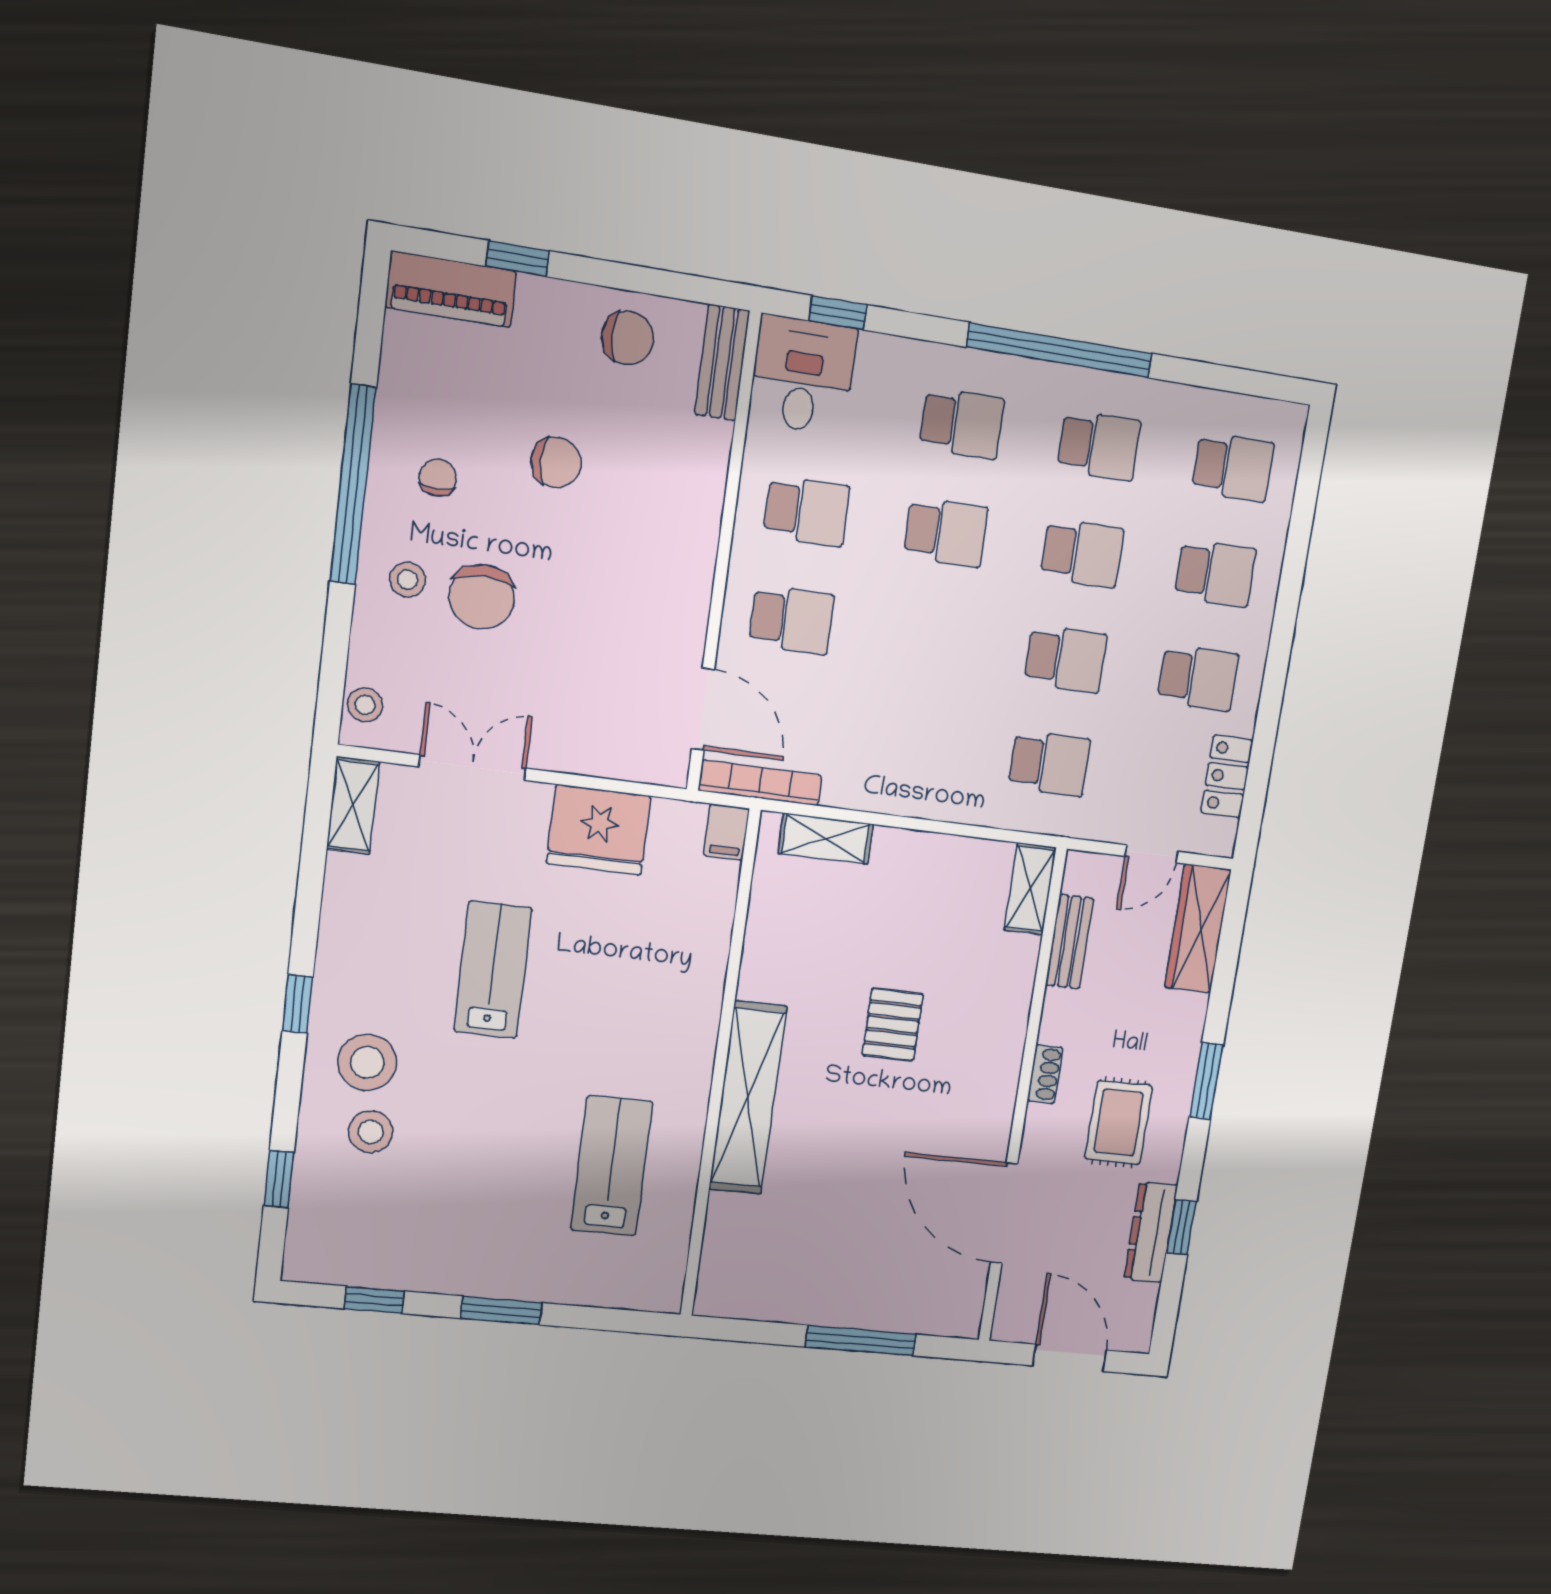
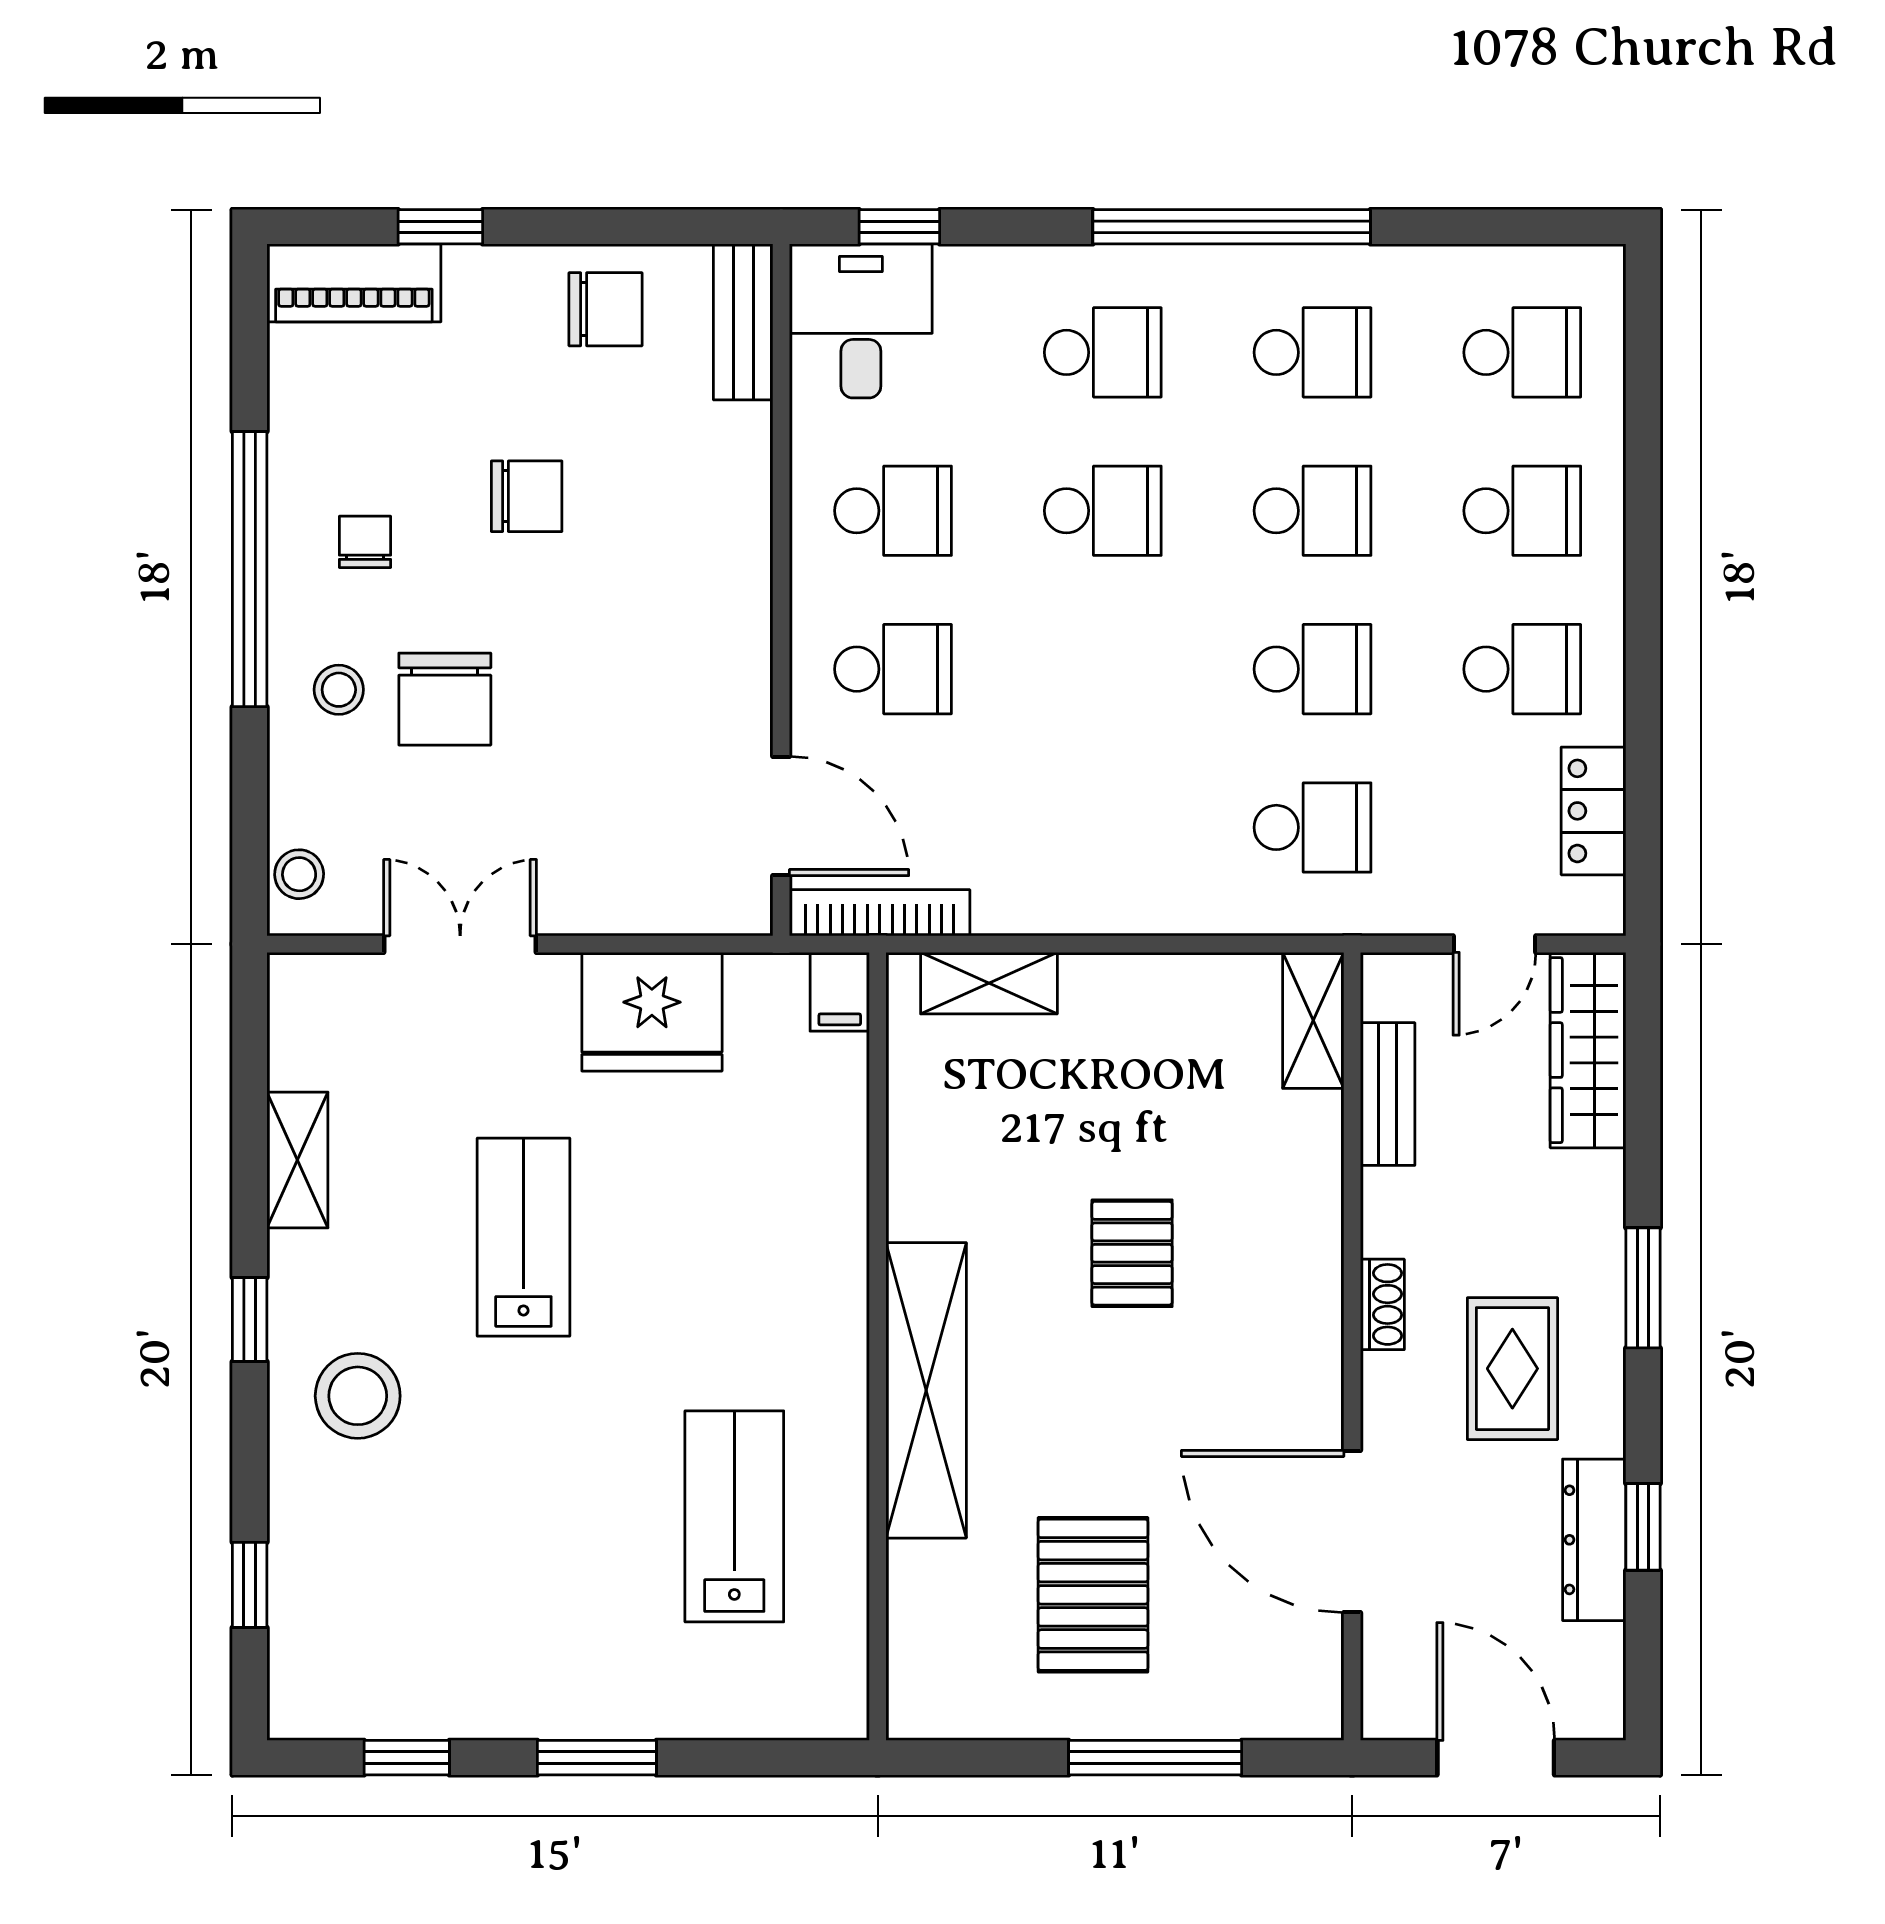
shelving: (353, 805) -> (297, 1160), moved
stool: (371, 1132) -> (374, 1500), removed
pallet: (836, 1237) -> (1093, 1595), added

